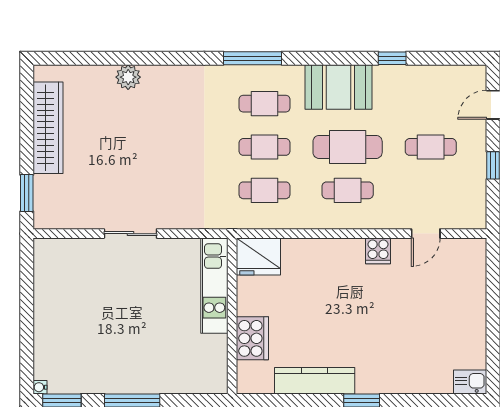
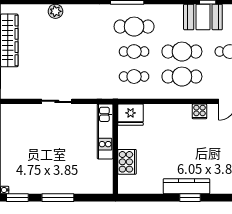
booth: (338, 87) -> (203, 17), moved
cafe table: (264, 104) -> (134, 27), width x1.37, depth x1.35
cafe table: (348, 190) -> (182, 77), width x1.37, depth x1.35
kitchen counter: (315, 381) -> (186, 186), moved

